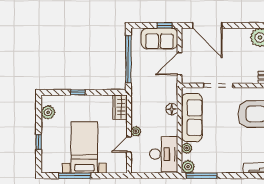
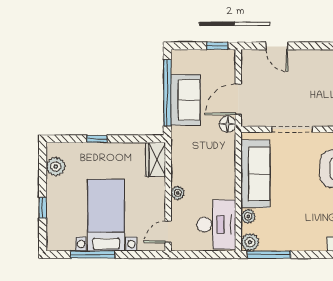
door: (207, 25) -> (277, 46), width x0.53
sofa: (159, 38) -> (185, 100), moved, turned -90
floor lamp: (172, 109) -> (227, 124), moved
door: (129, 144) -> (168, 232), moved

